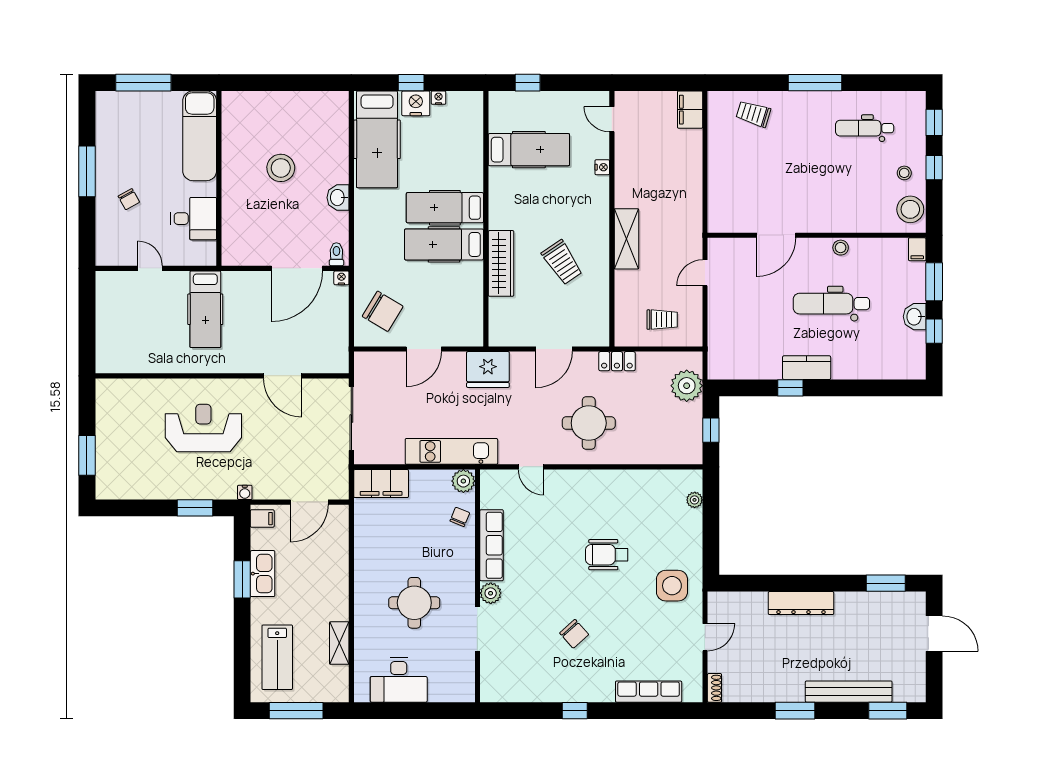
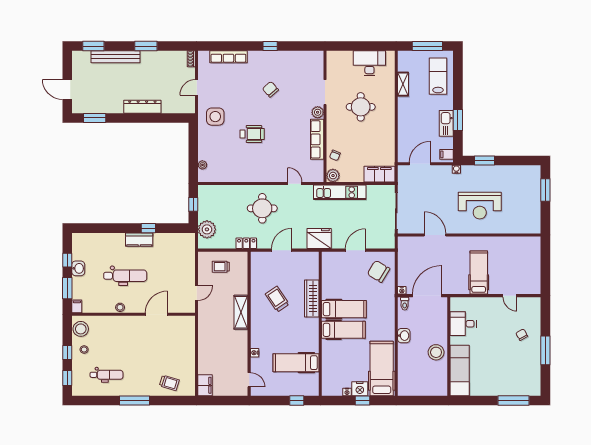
exam couch: (200, 136) -> (460, 370), moved
wall: (219, 178) -> (449, 346), moved
desk: (194, 219) -> (463, 324), moved

